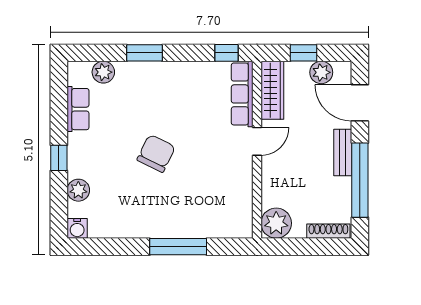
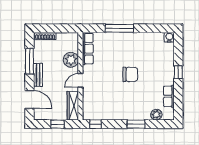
plant: (321, 72) -> (49, 114), removed
row of seats: (242, 94) -> (88, 49), moved
chair: (156, 153) -> (130, 74), turned -116
window: (360, 180) -> (29, 61), width x0.68
plant: (78, 190) -> (169, 56), removed
plant: (276, 223) -> (71, 60), moved

